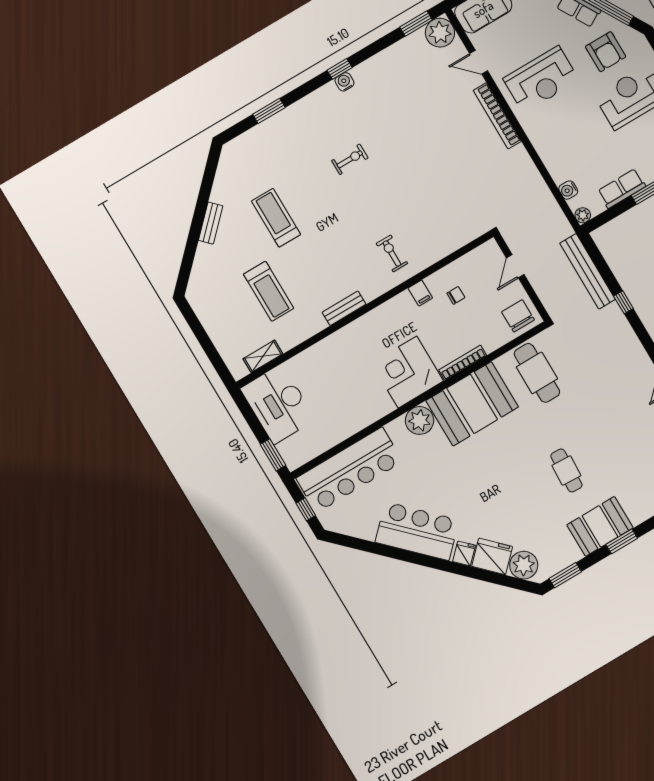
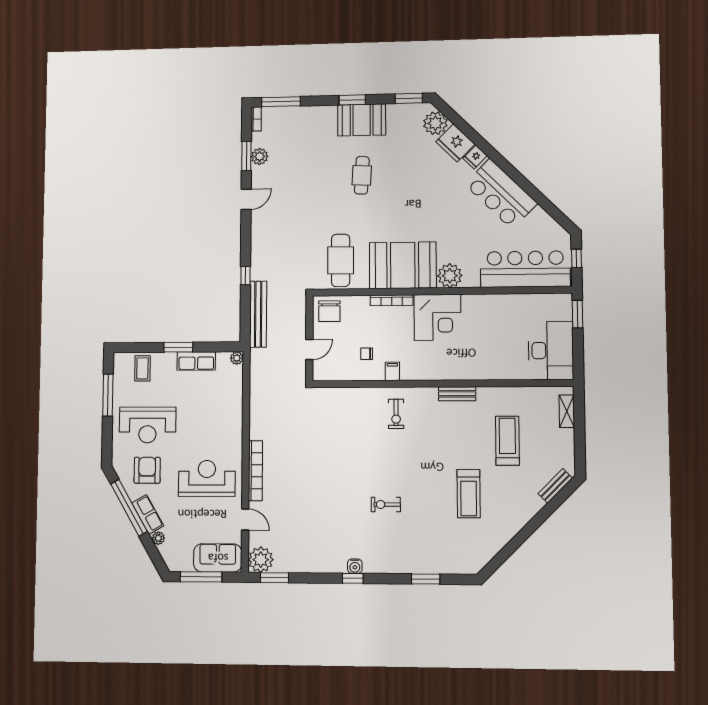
water cooler: (568, 190) -> (236, 383), removed
bench: (211, 223) -> (555, 486), moved
shelving: (263, 356) -> (567, 411), moved, turned 90

